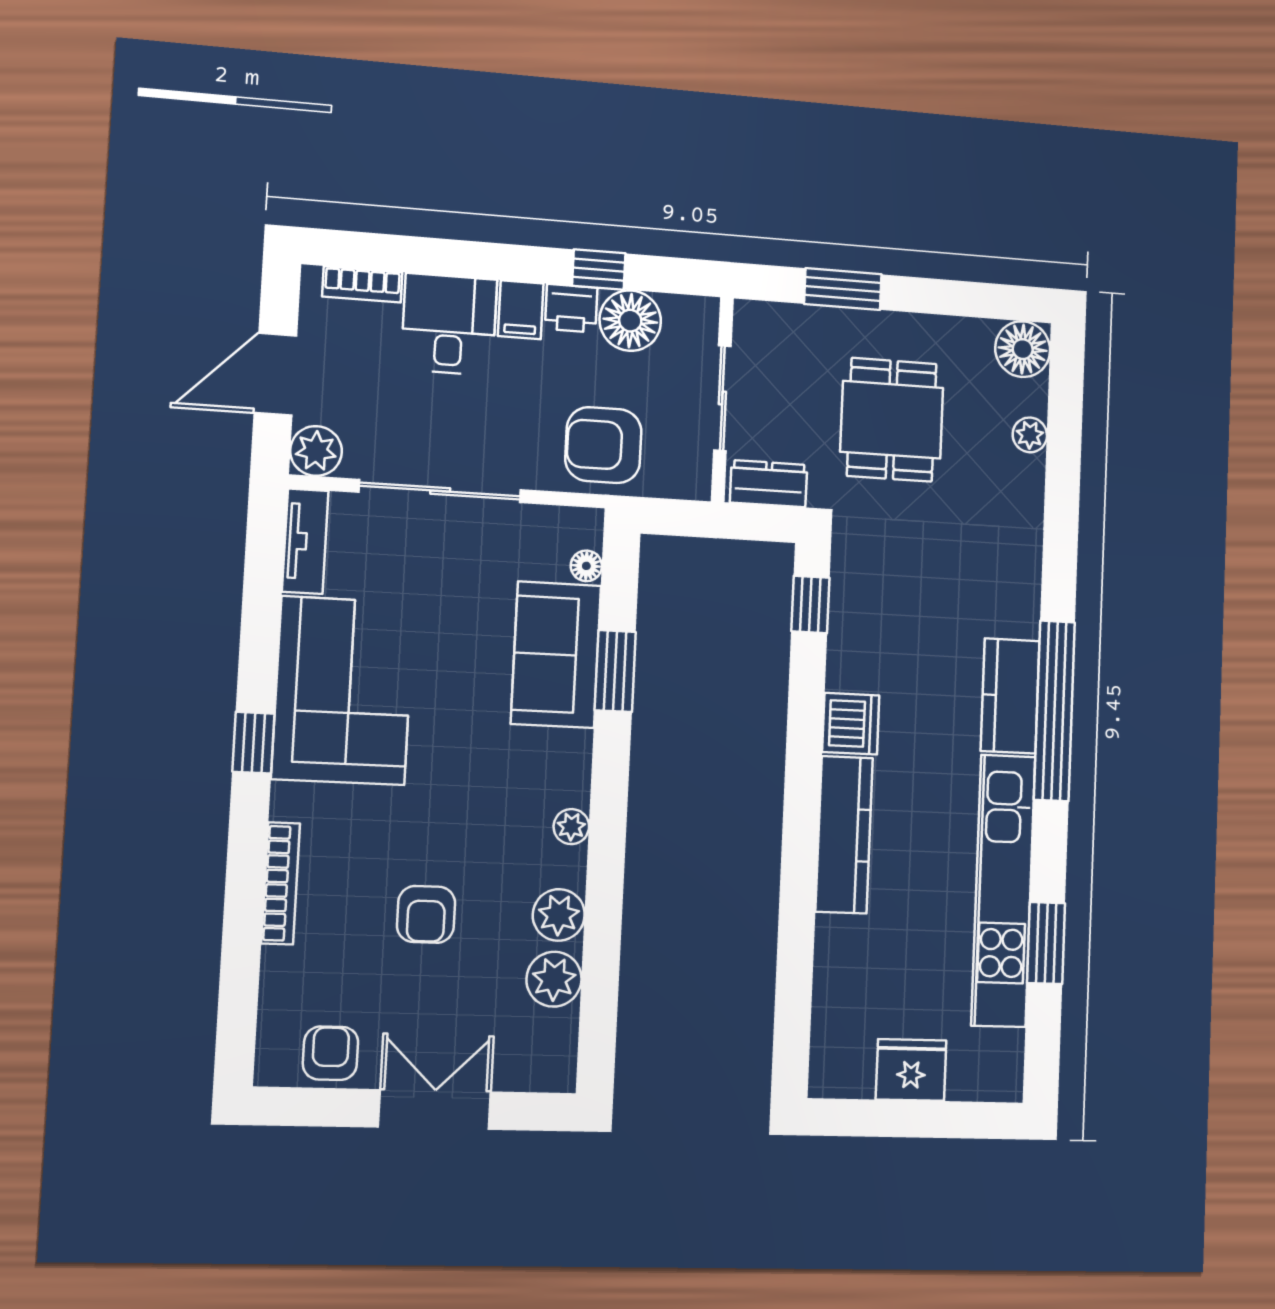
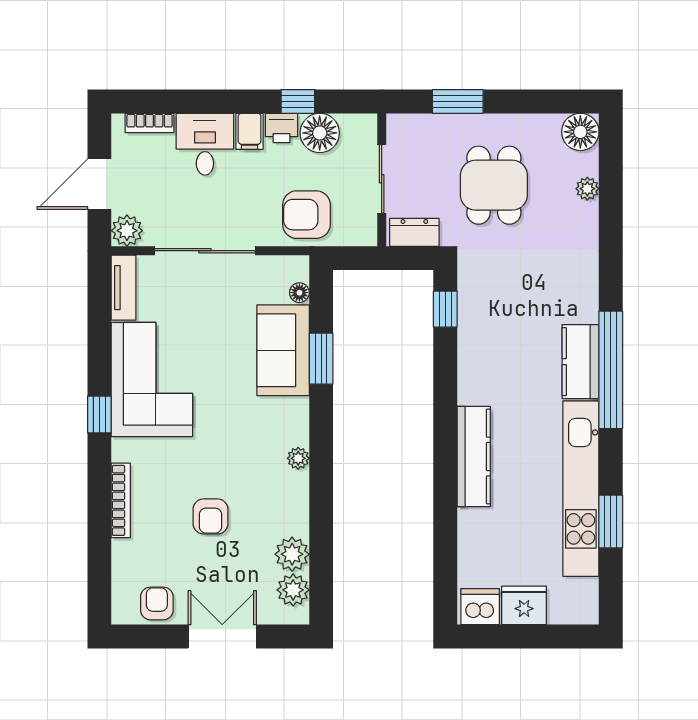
dishwasher: (851, 724) -> (480, 607), moved, turned -90
plant: (559, 915) -> (293, 590), moved

